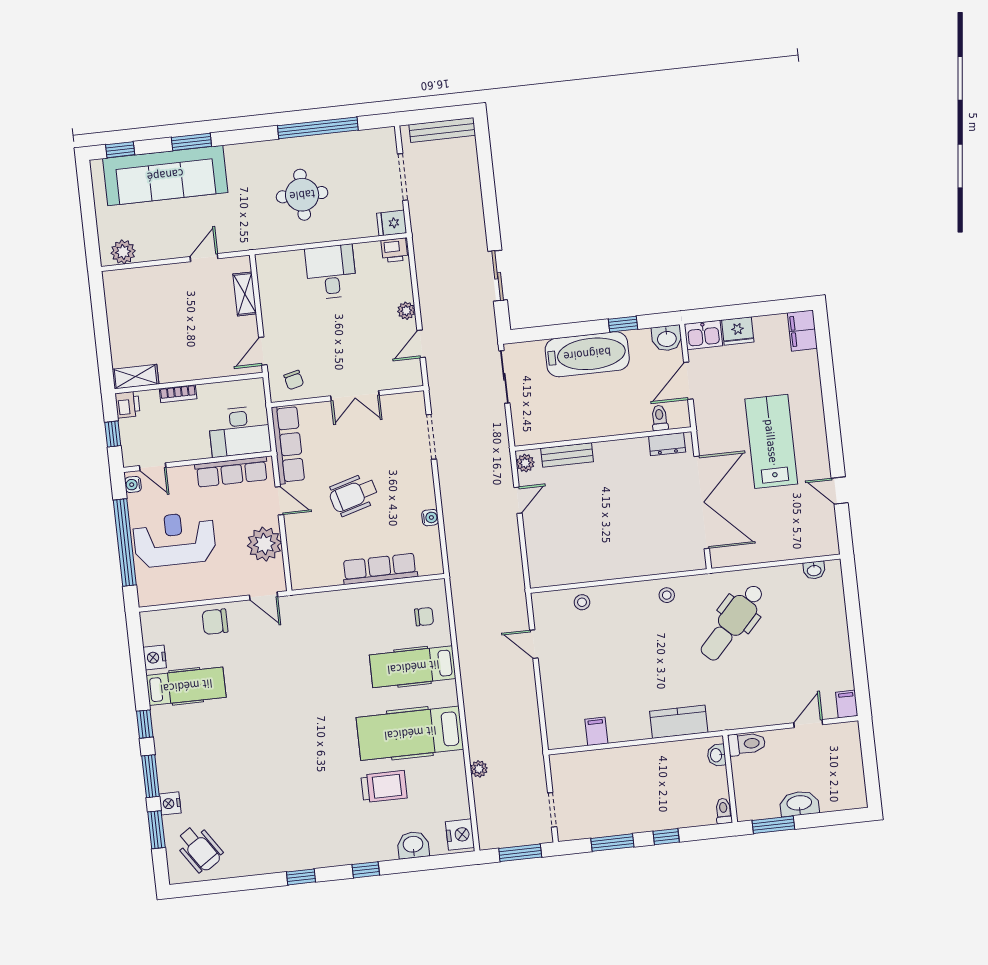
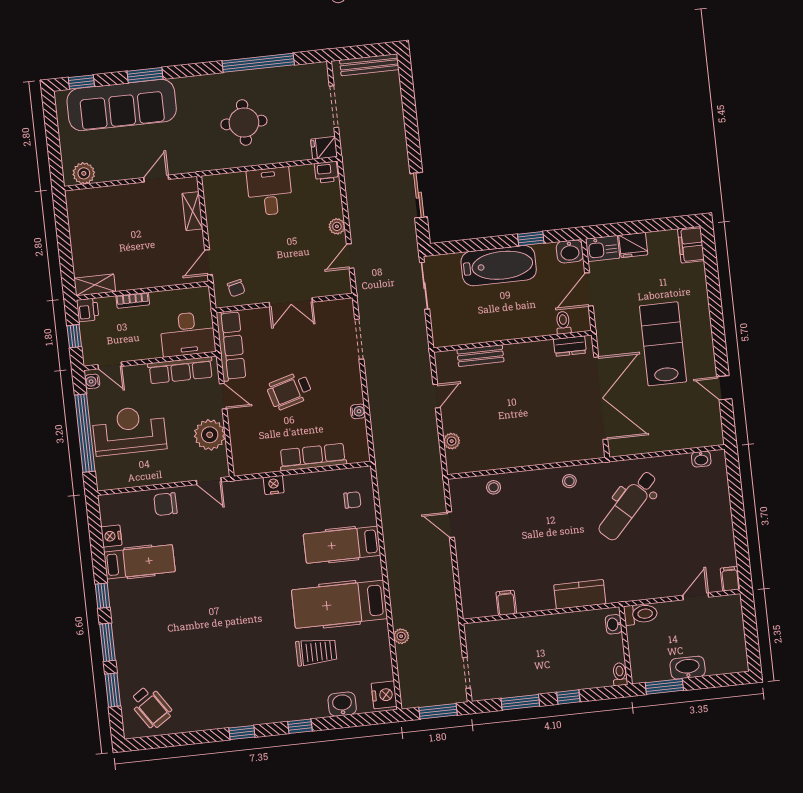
plant: (525, 463) -> (452, 441), moved
nightstand: (170, 803) -> (274, 485), moved, turned 90

